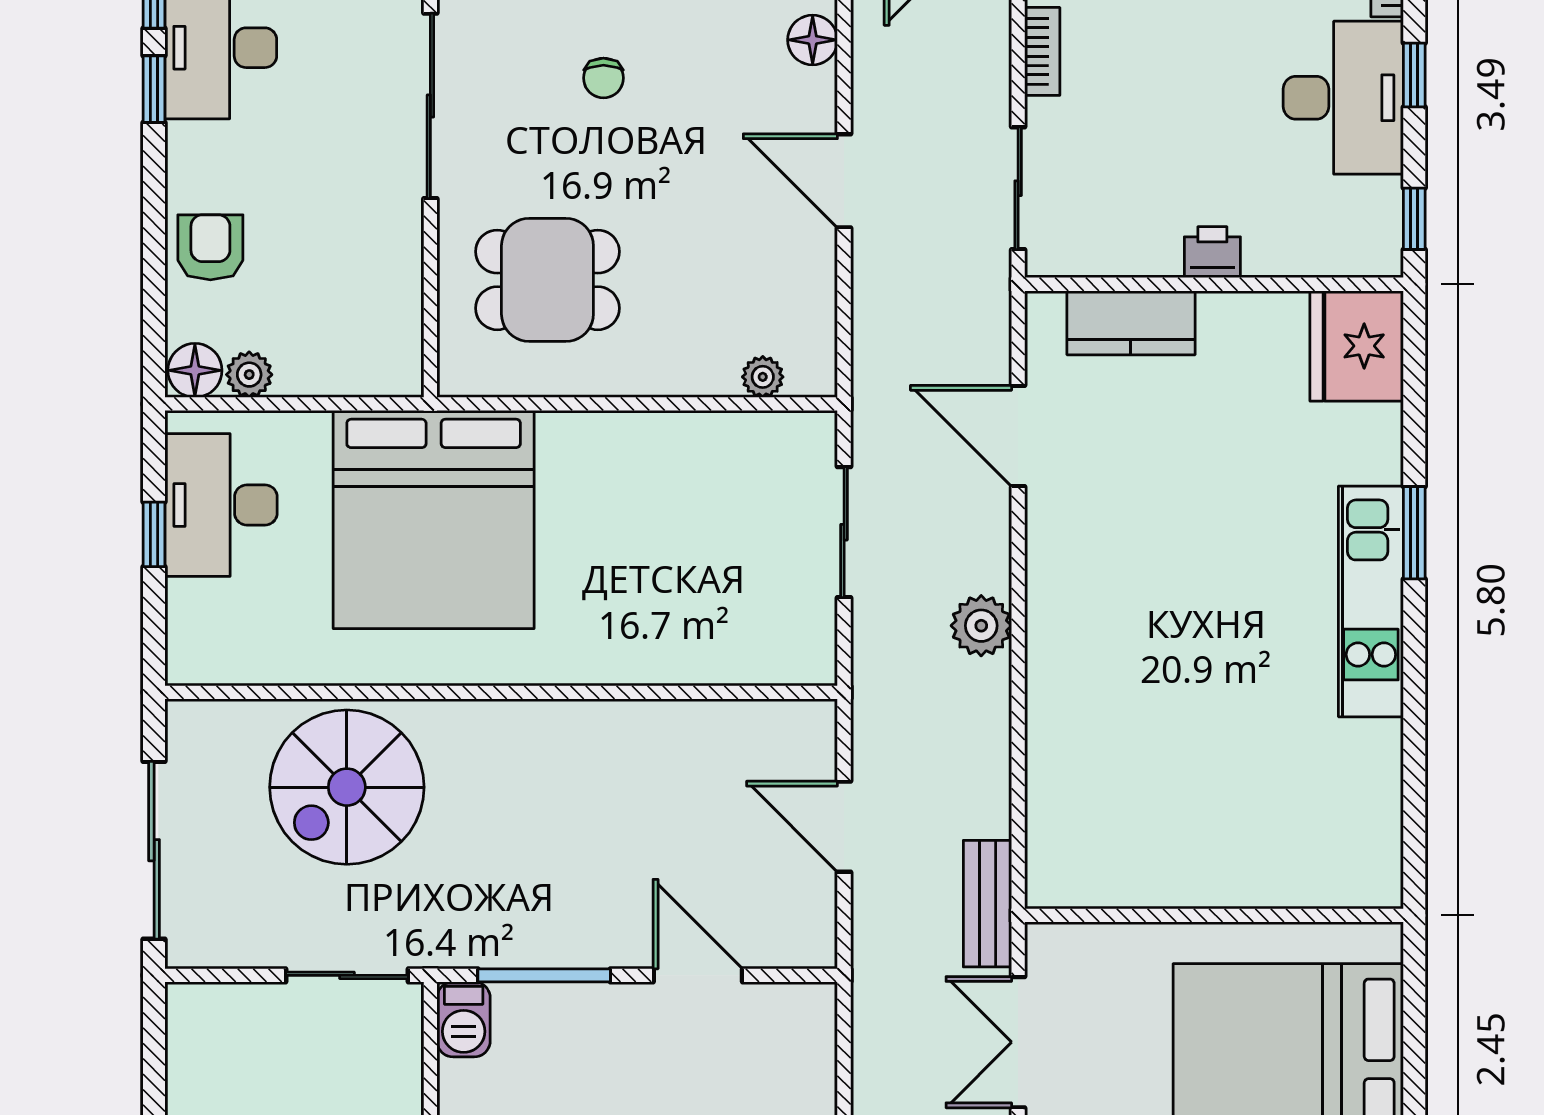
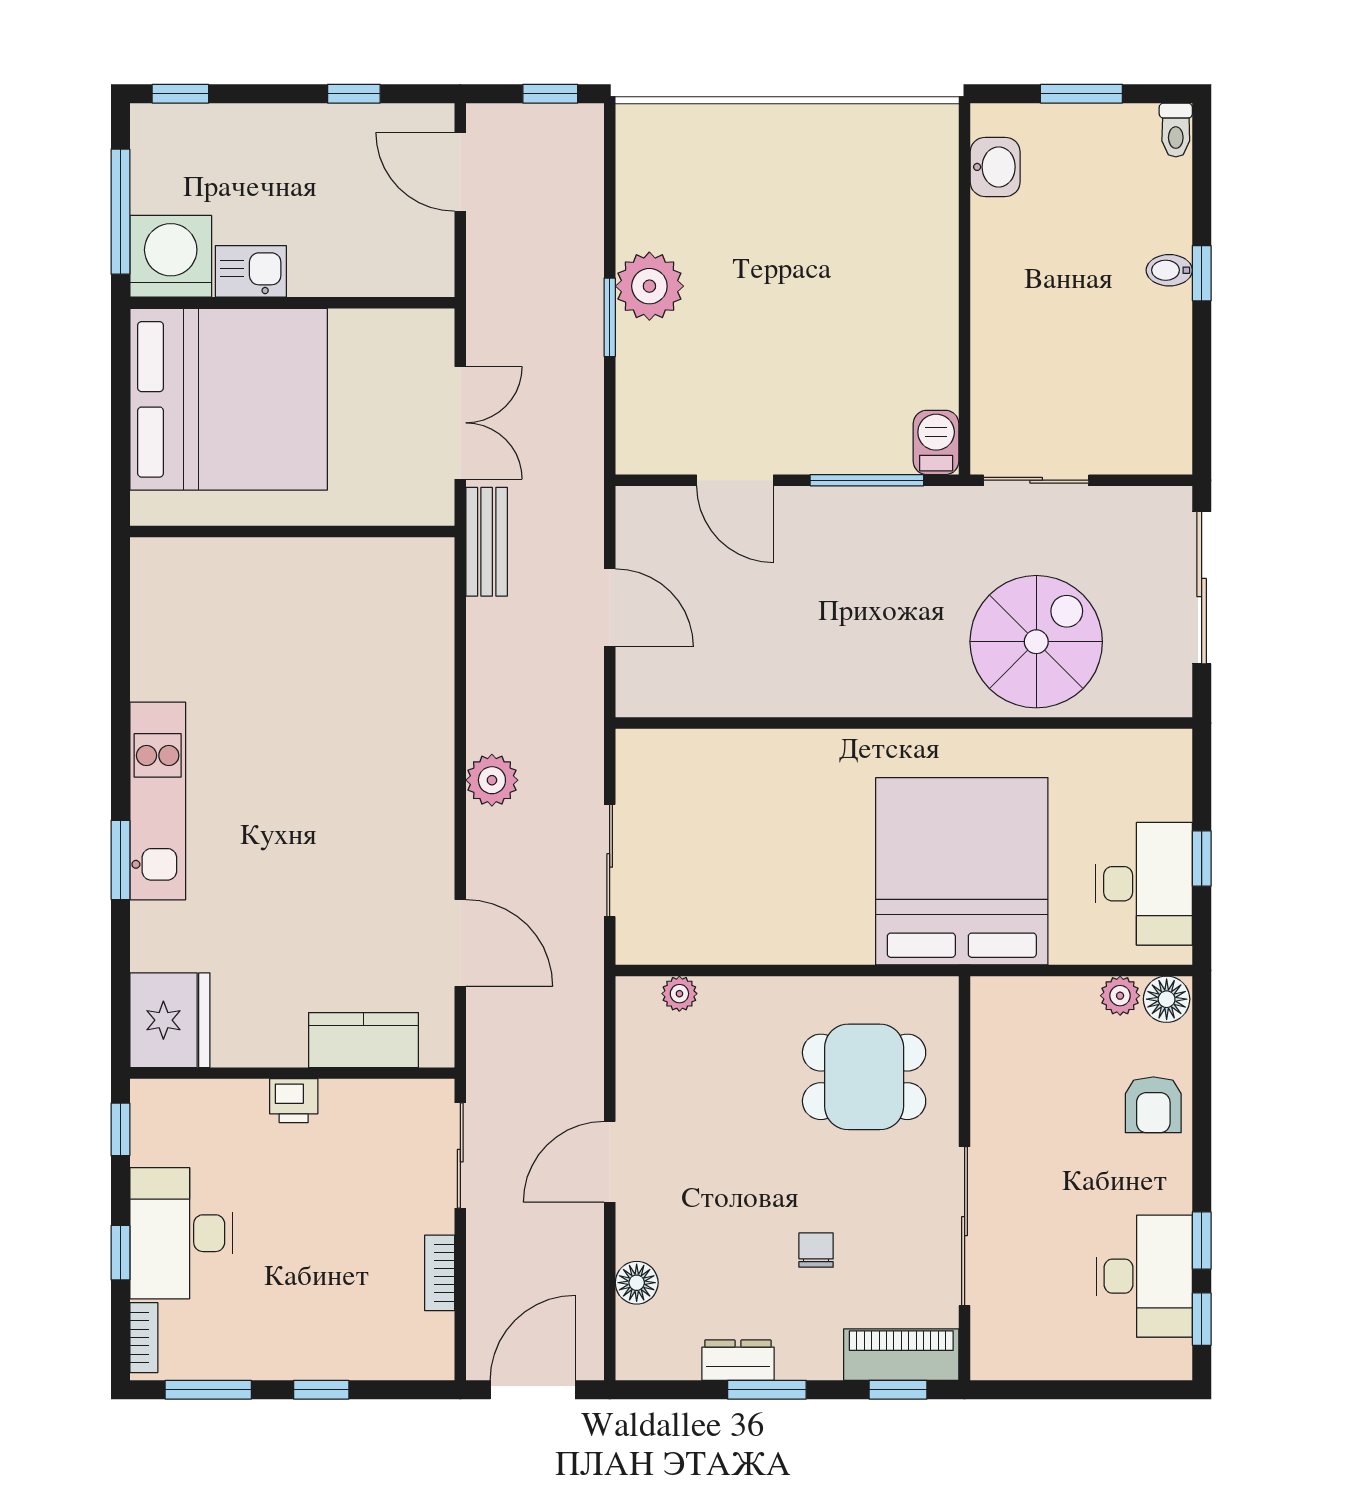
door: (844, 181) -> (610, 1162), swing flipped

